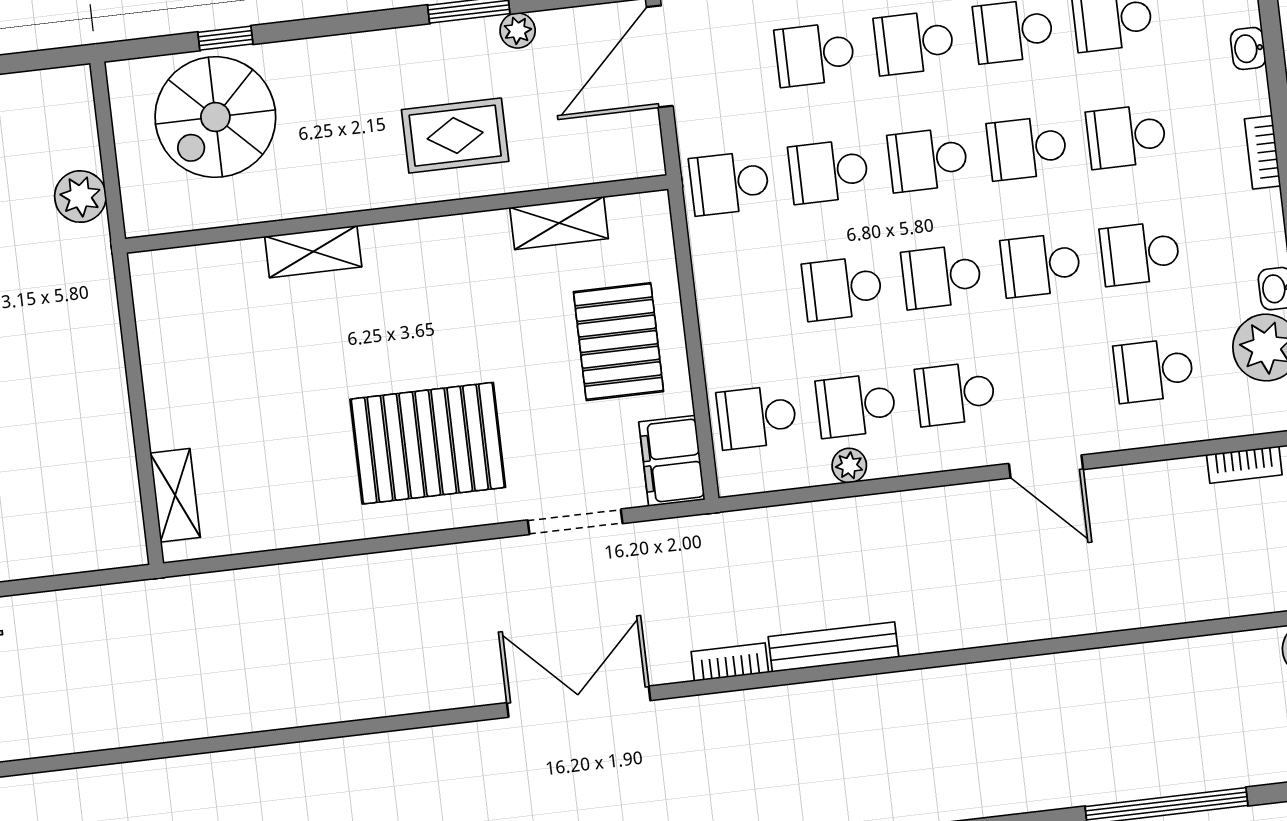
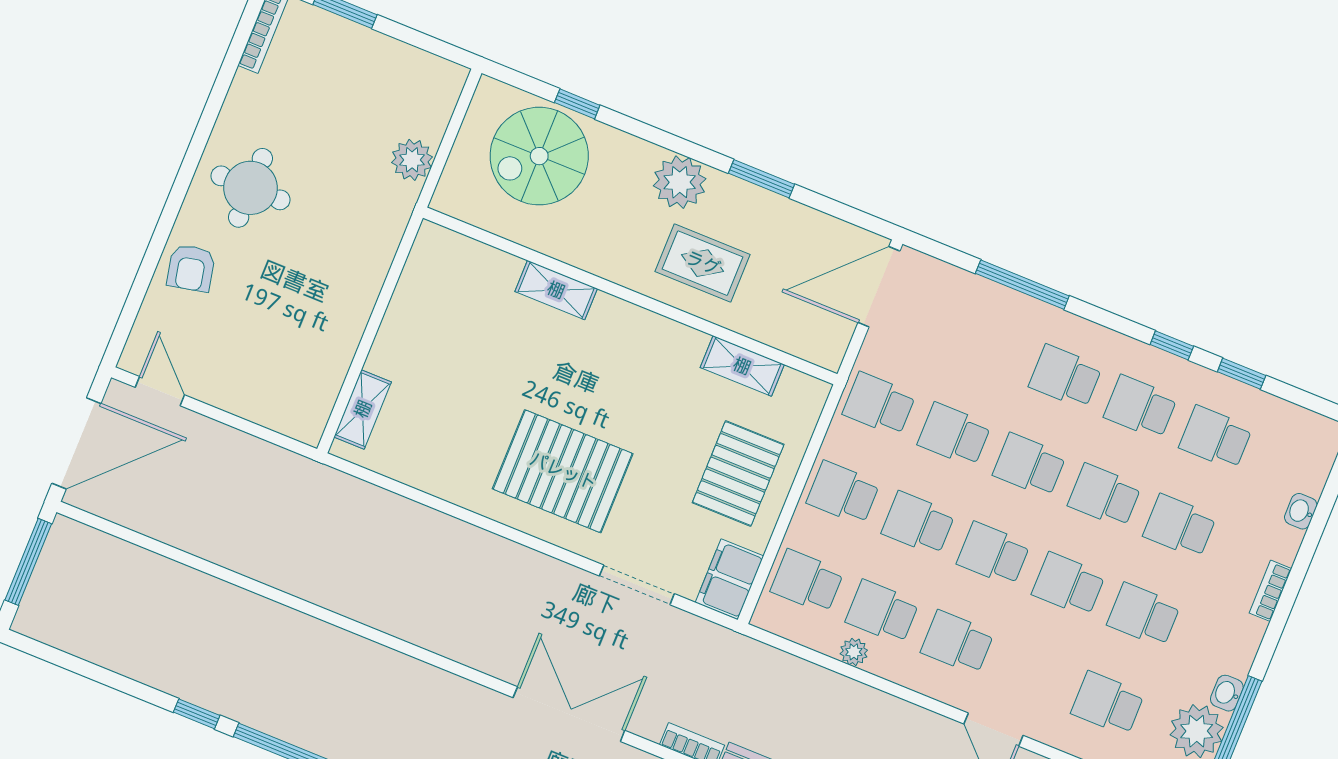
plant: (518, 31) -> (680, 182), moved, width x1.88, depth x1.88
school desk: (815, 54) -> (843, 493), moved

